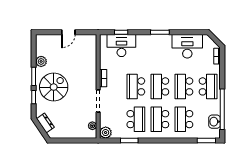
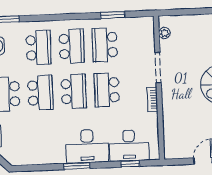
desk: (187, 46) -> (87, 146), moved
school desk: (136, 86) -> (107, 90), turned 180
plant: (106, 133) -> (146, 25), removed

